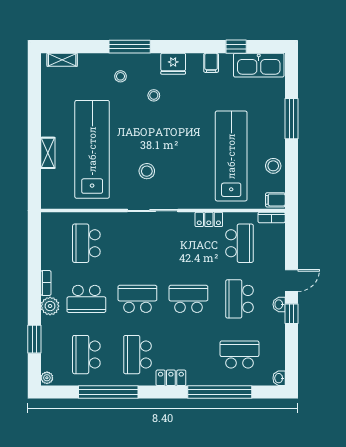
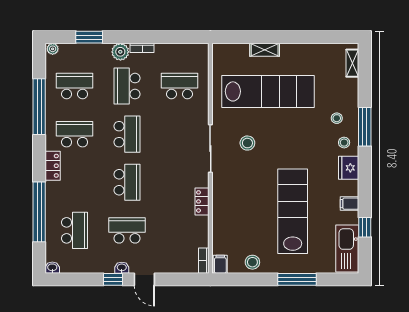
stool: (154, 95) -> (344, 143), moved
lab bench: (231, 156) -> (293, 211), moved, turned -90
school desk: (240, 243) -> (179, 230), removed

